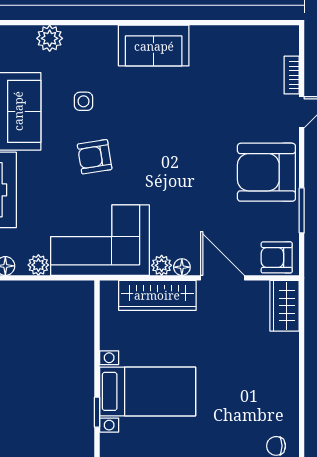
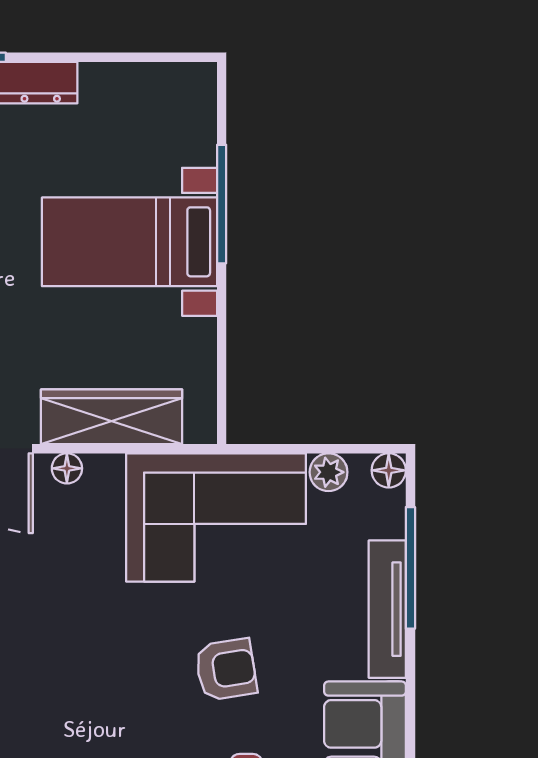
plant: (162, 265) -> (104, 472), removed
window: (97, 412) -> (222, 204), width x2.17

